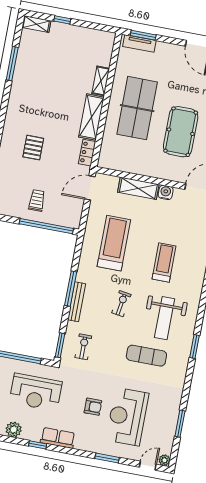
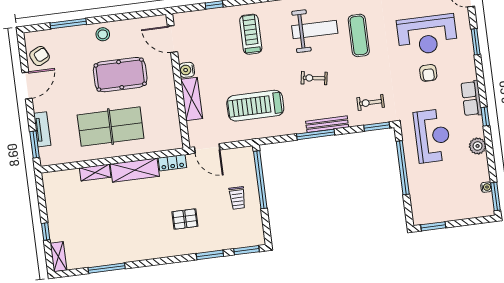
tv unit: (139, 43) -> (42, 129), moved
trolley: (37, 200) -> (237, 198), turned -90
treadmill: (164, 262) -> (251, 34), moved, turned 90
armchair: (93, 407) -> (428, 73), turned 180

